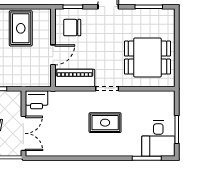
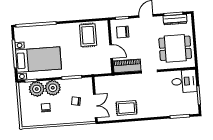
dresser: (151, 15) -> (175, 20), added
door: (53, 55) -> (111, 51), hinge flipped
printer: (37, 100) -> (102, 83), removed
rug: (105, 123) -> (127, 108), moved
desk: (158, 139) -> (184, 81), moved, turned -90

